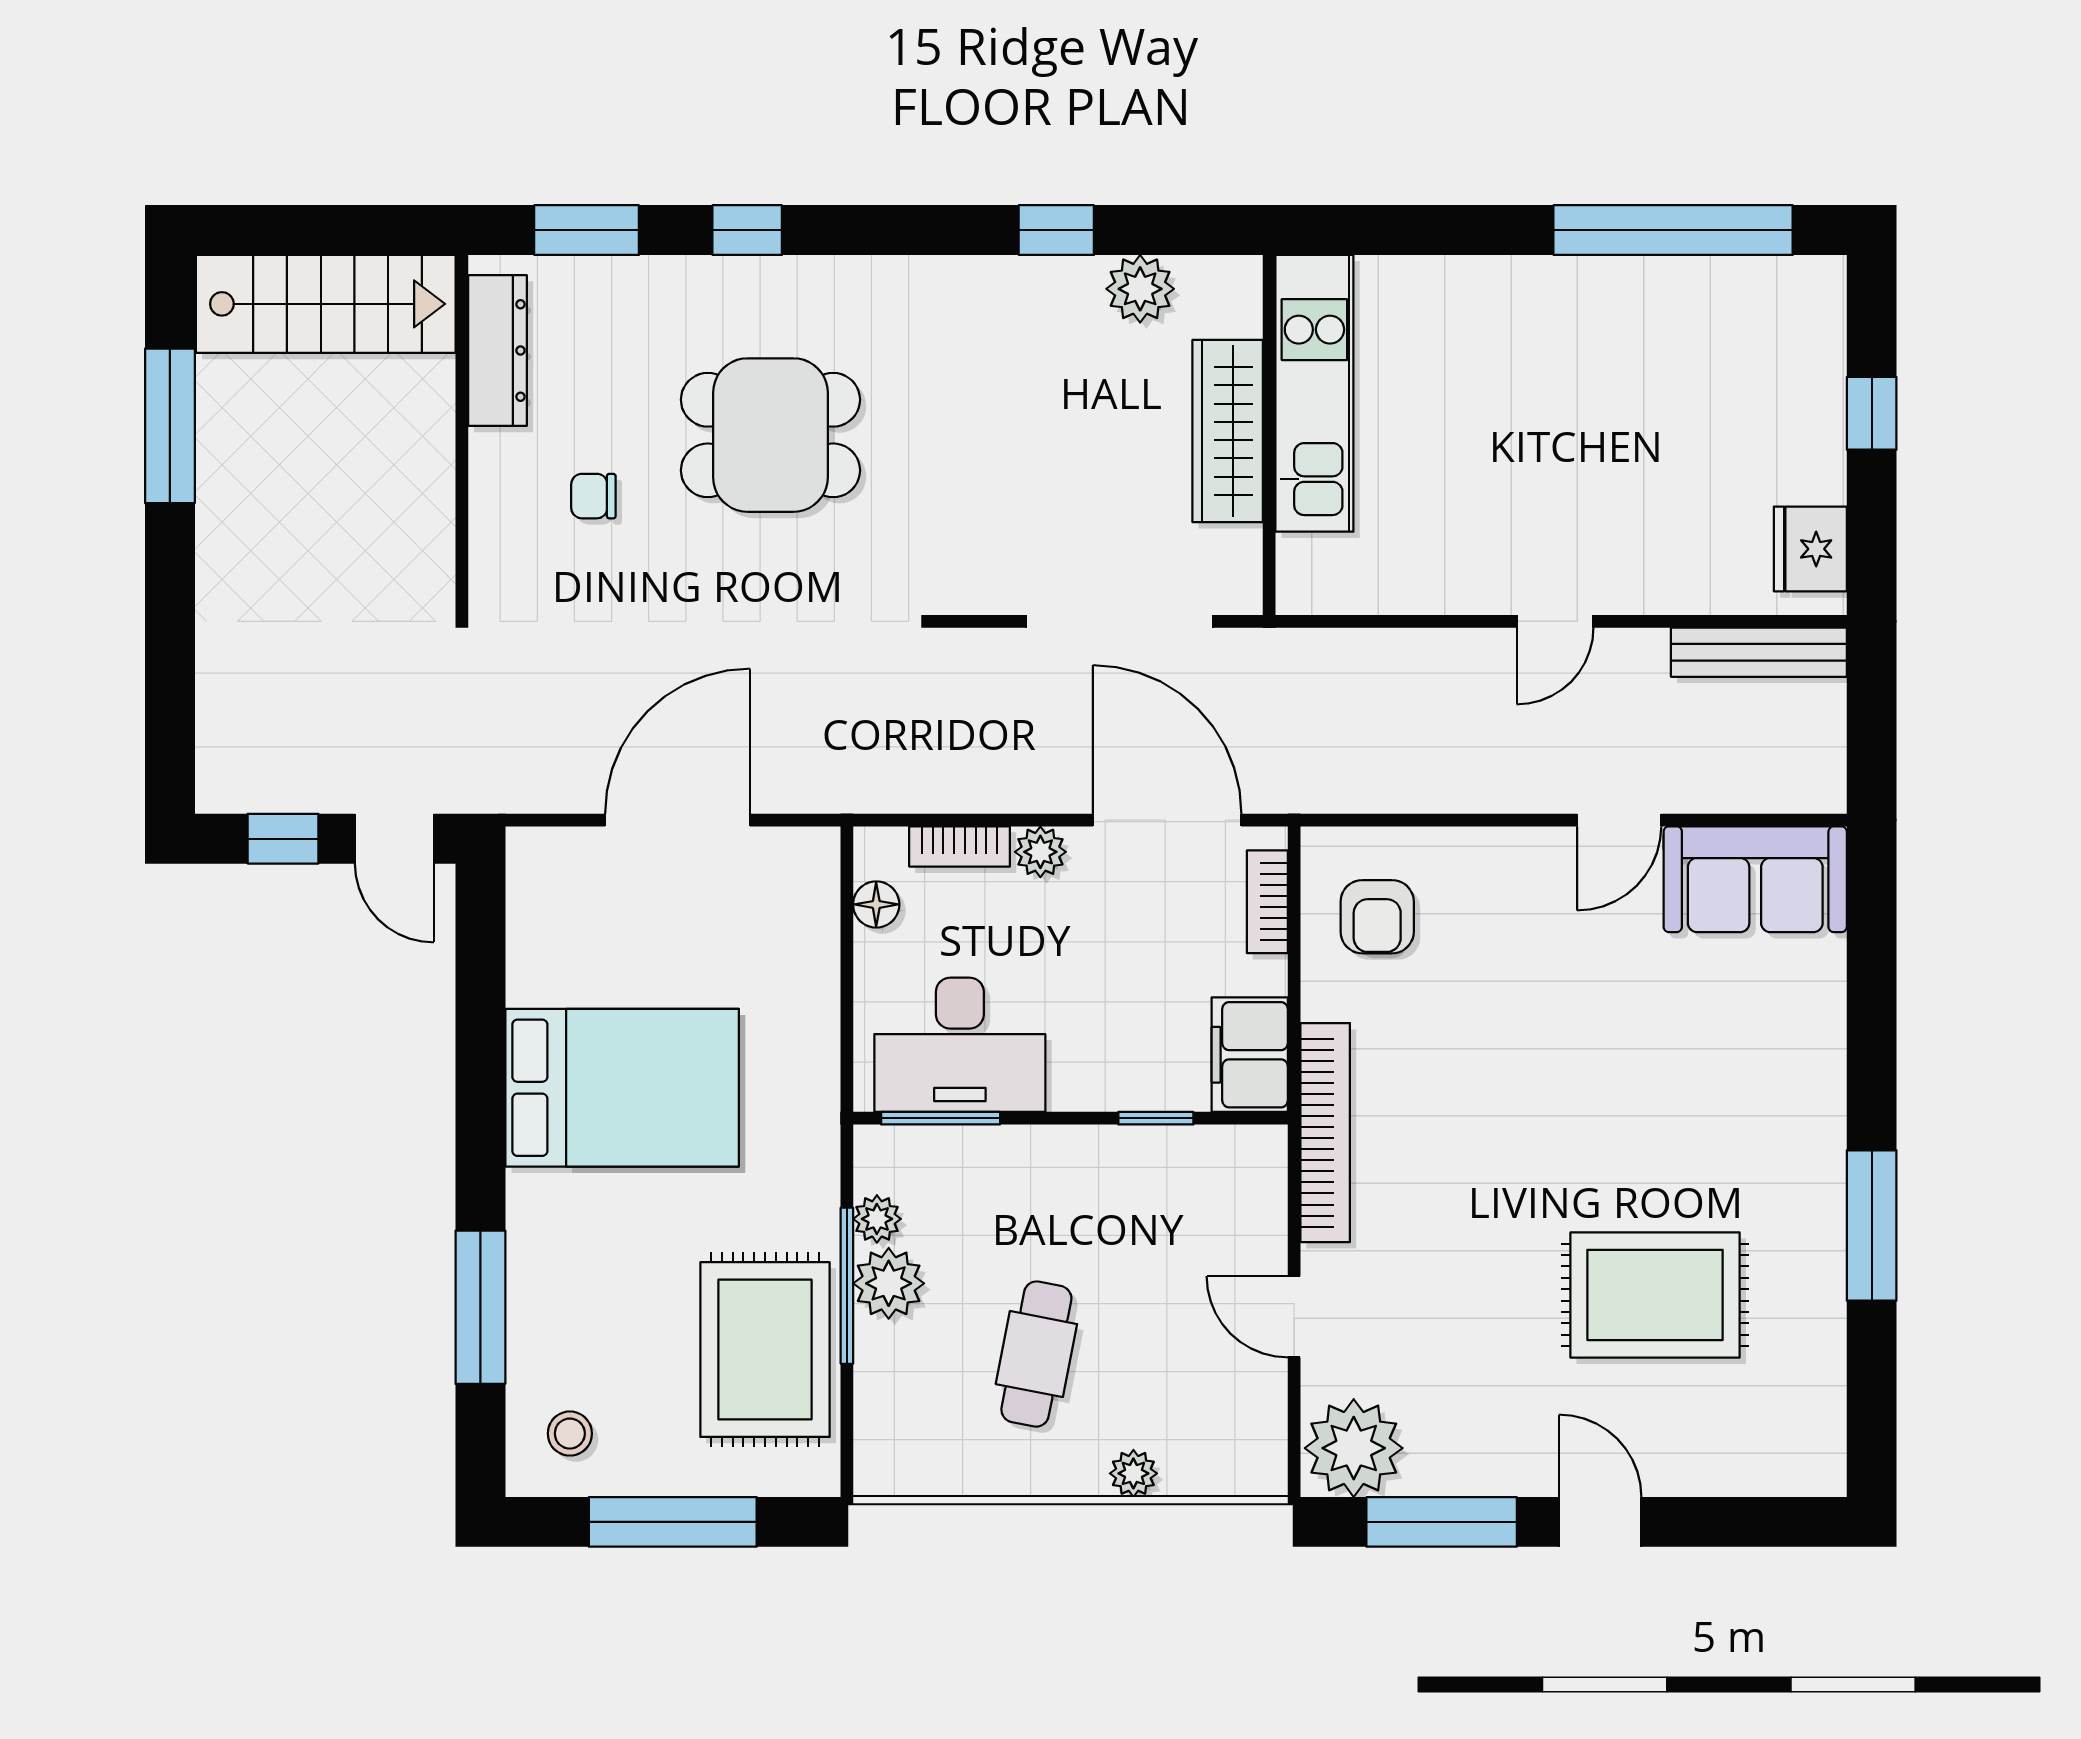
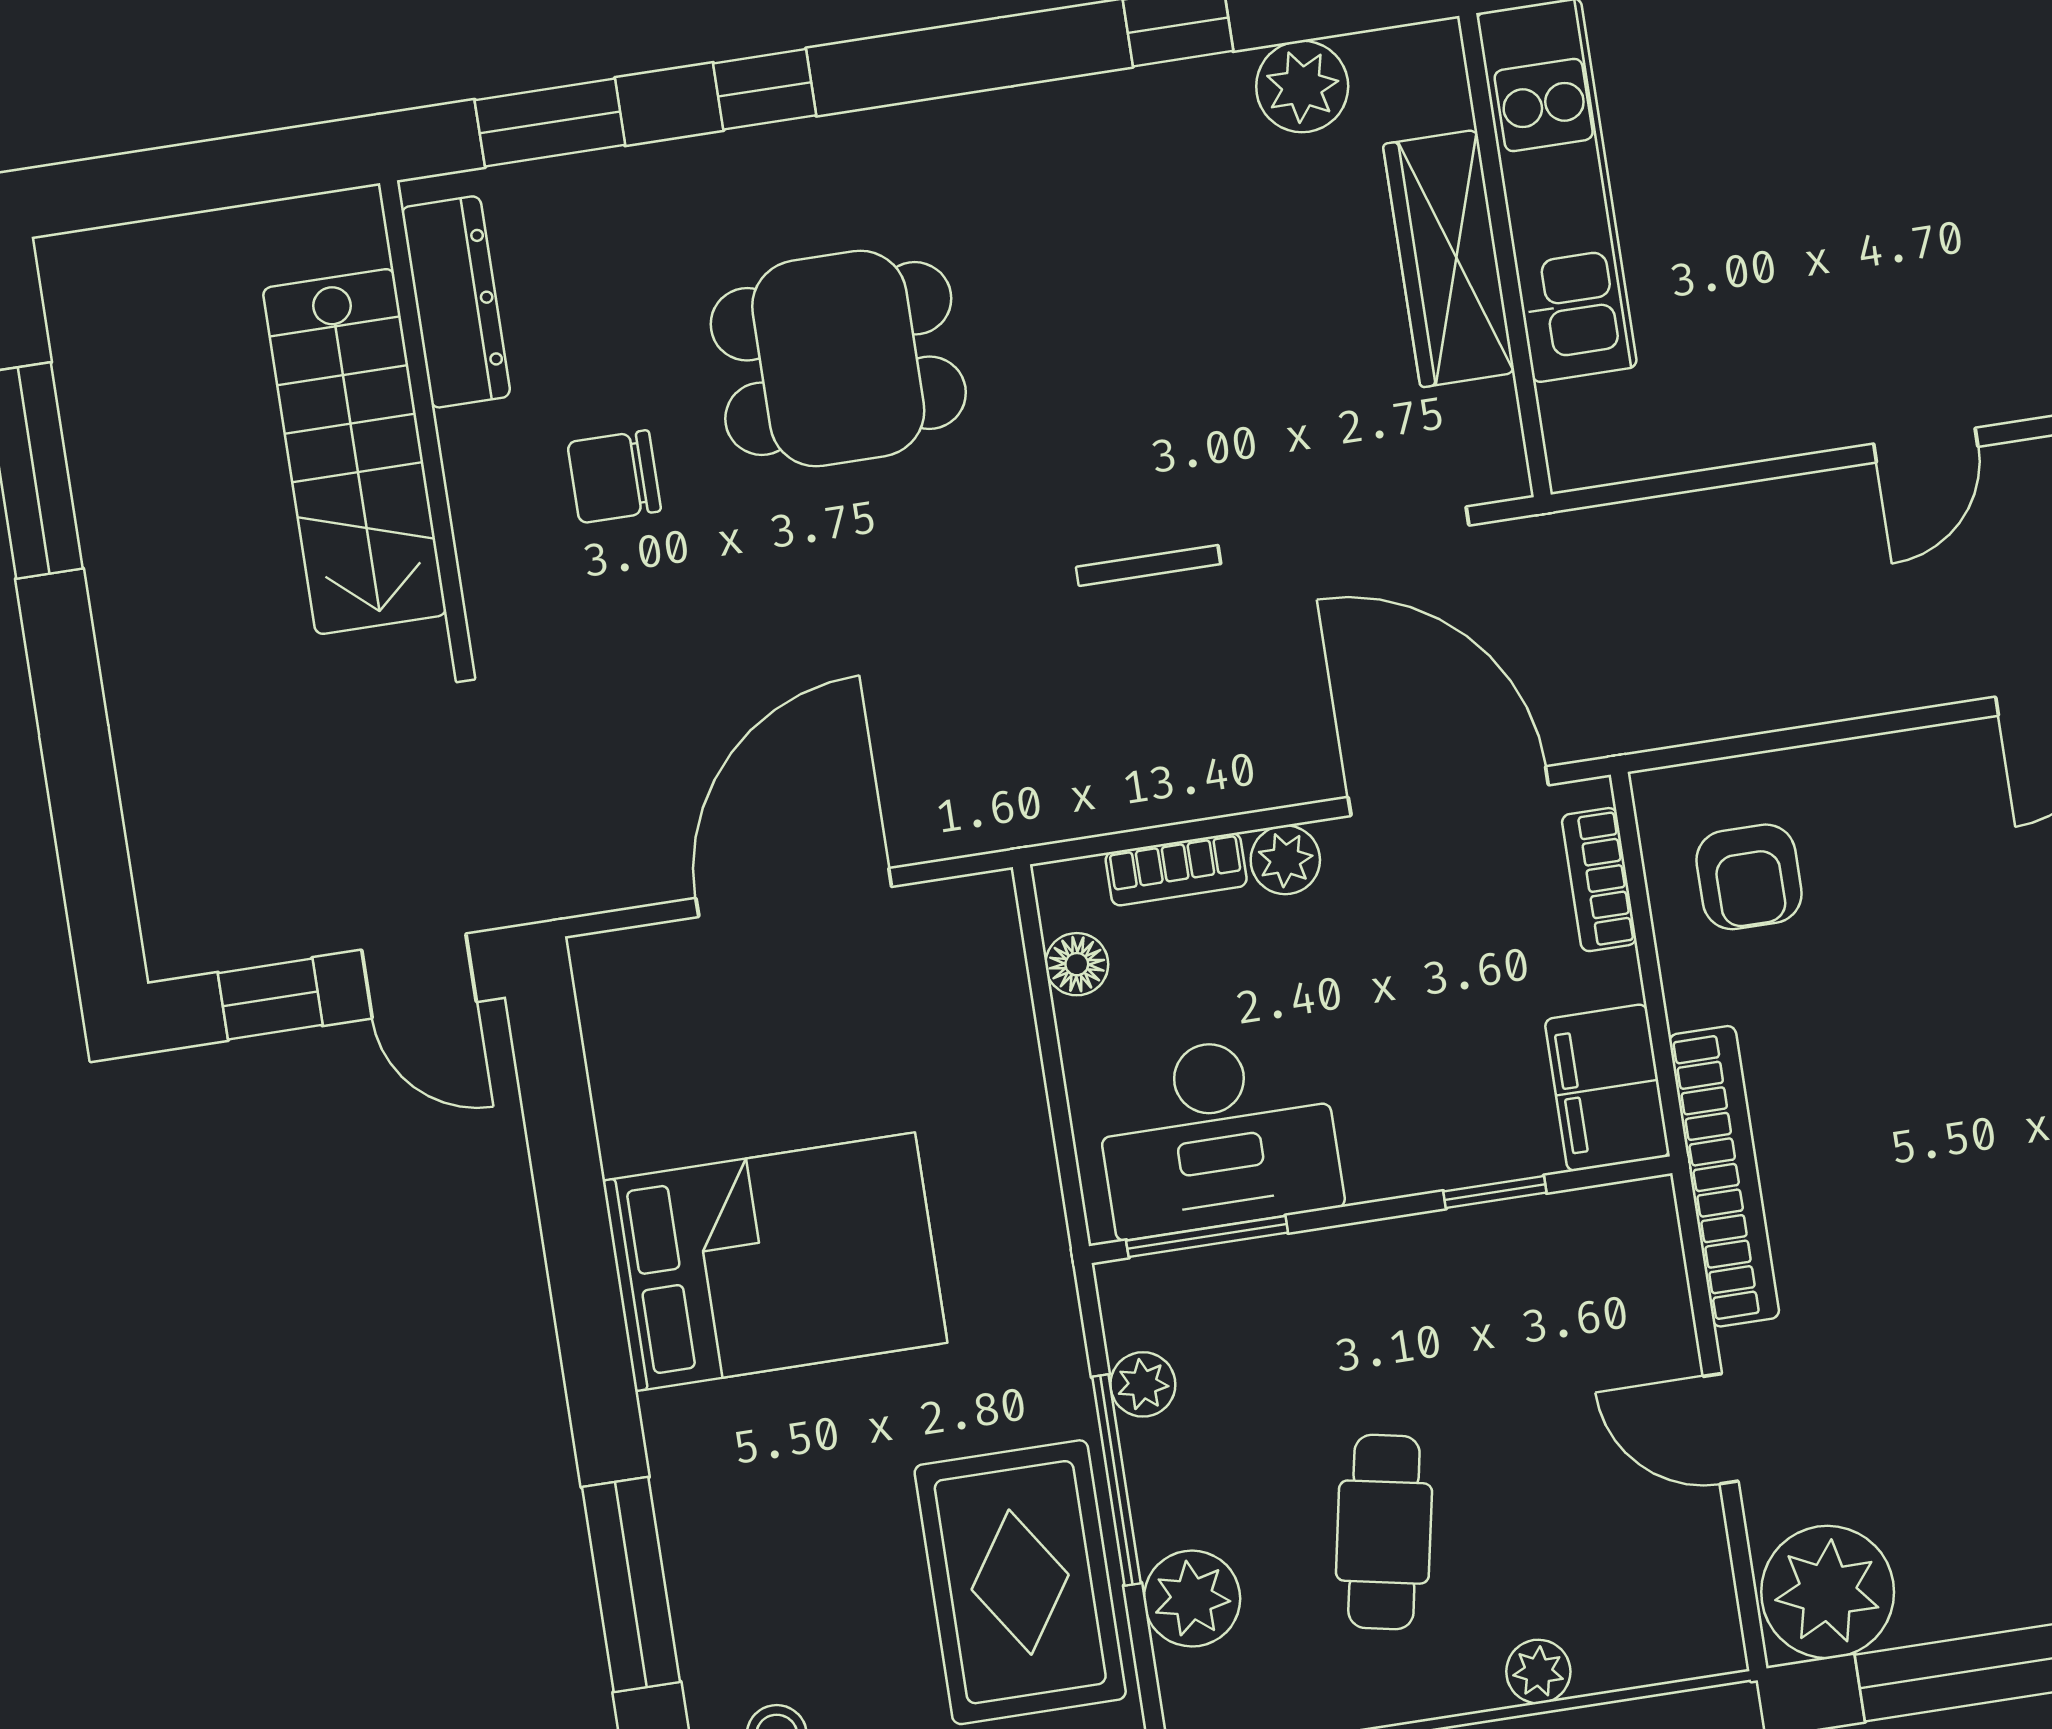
stairs: (326, 304) -> (355, 452), moved, turned 90
chair: (593, 496) -> (614, 477), width x1.37, depth x1.37
plant: (889, 1283) -> (1192, 1599), moved

